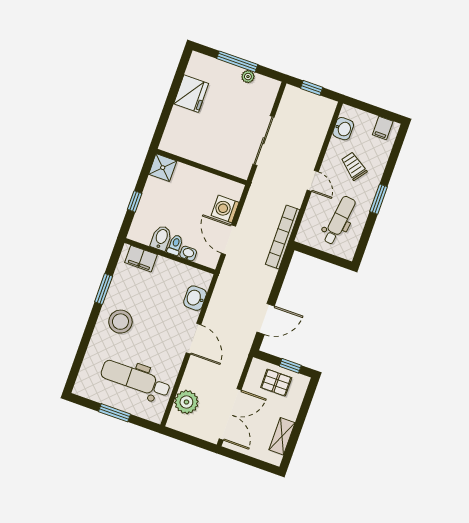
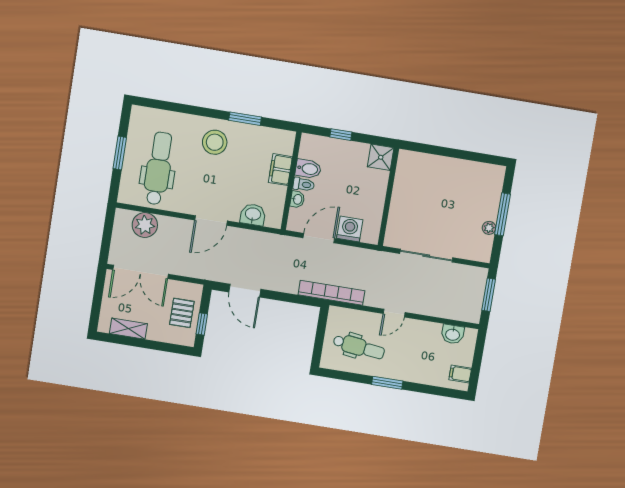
window: (312, 88) -> (489, 295), width x1.50
fridge: (191, 94) -> (462, 173), removed
trolley: (354, 166) -> (417, 352), removed
filing cabinet: (141, 259) -> (280, 170), moved

